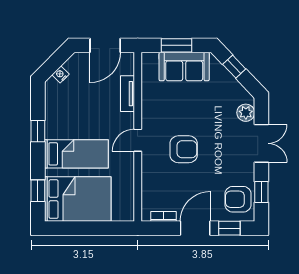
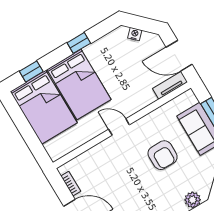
tv unit: (127, 94) -> (170, 85), moved
armchair: (184, 149) -> (163, 155), moved
bed: (76, 154) -> (79, 84), width x1.50

